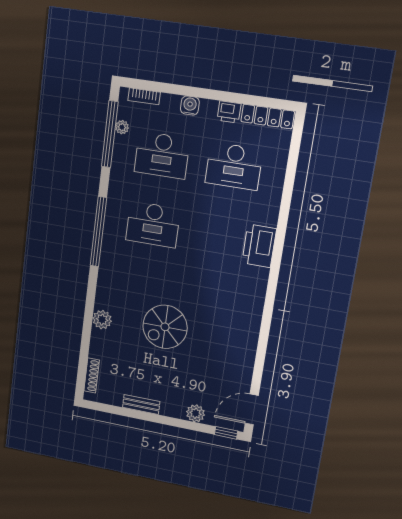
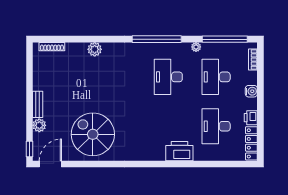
plant: (122, 127) -> (196, 47), moved
printer: (259, 246) -> (179, 151), moved
spiral stairs: (165, 327) -> (93, 134), moved, width x1.37, depth x1.37
bench: (141, 404) -> (38, 104), moved
door: (252, 409) -> (50, 164), hinge flipped

